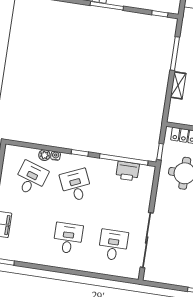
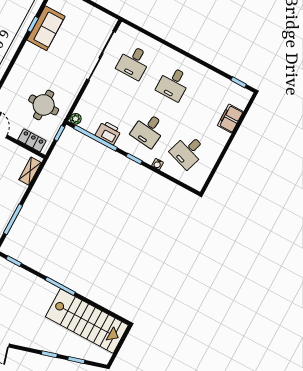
shelving: (178, 85) -> (30, 171), moved
plant: (44, 155) -> (76, 119), moved
printer: (128, 171) -> (108, 133), moved
desk: (76, 185) -> (148, 130), turned 30

